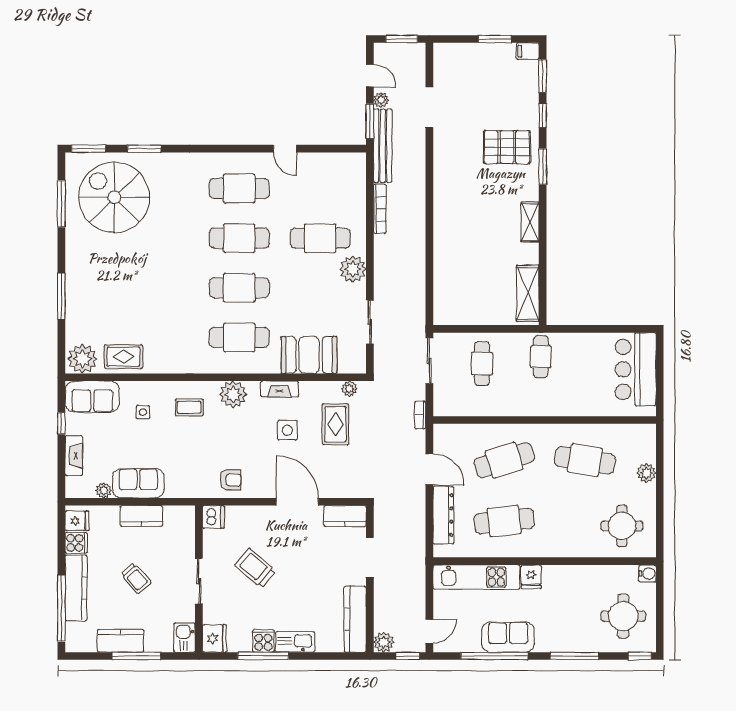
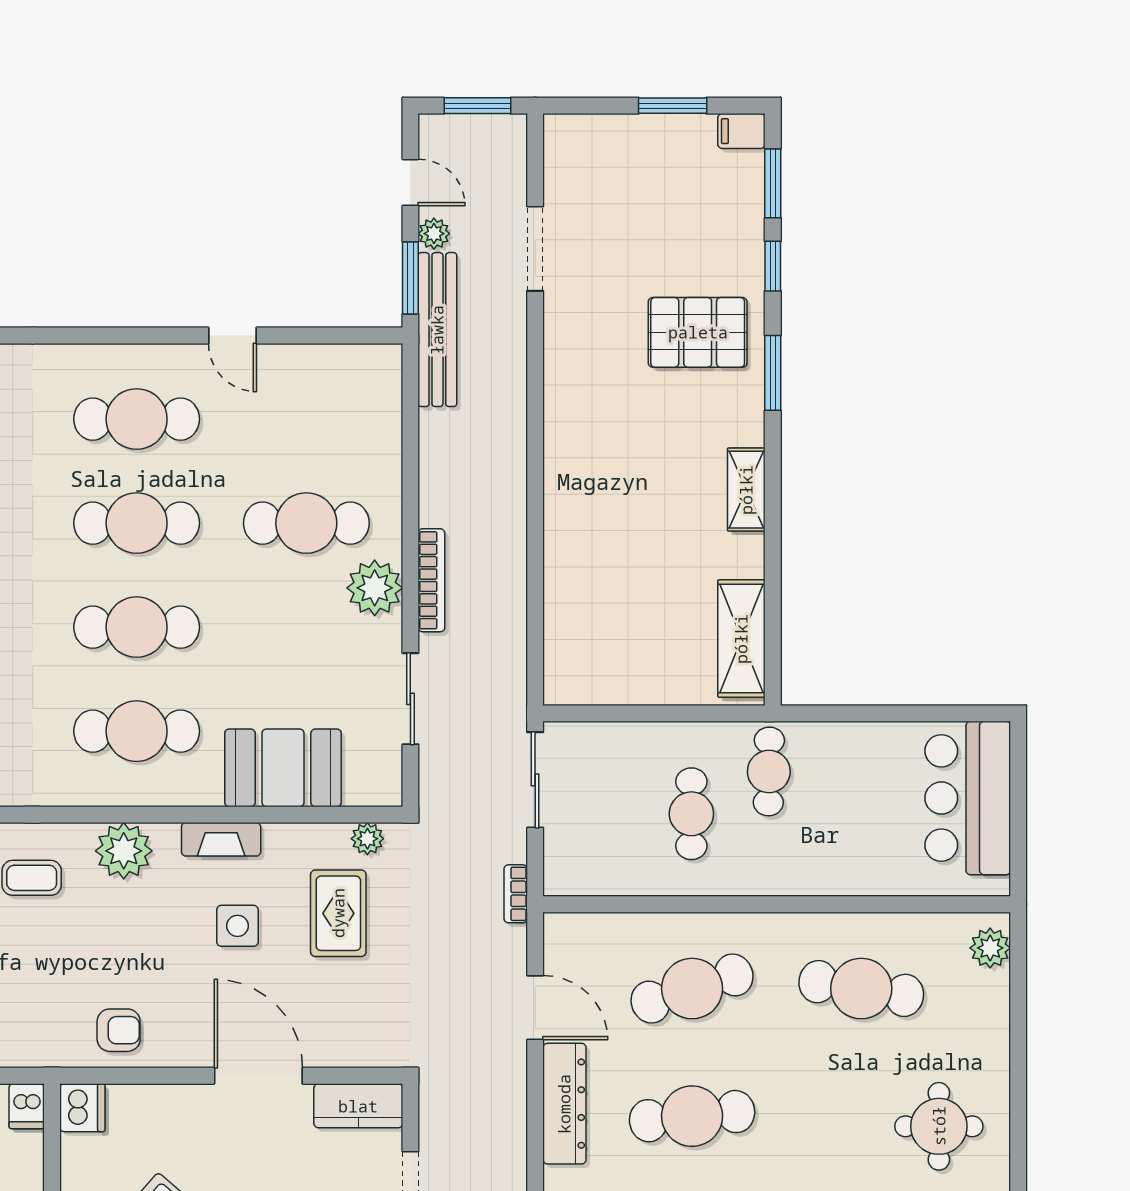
bookcase: (380, 209) -> (431, 580), moved
cafe table: (482, 364) -> (691, 814), moved
plant: (646, 473) -> (990, 948), moved
dishwasher: (187, 516) -> (27, 1106), added

